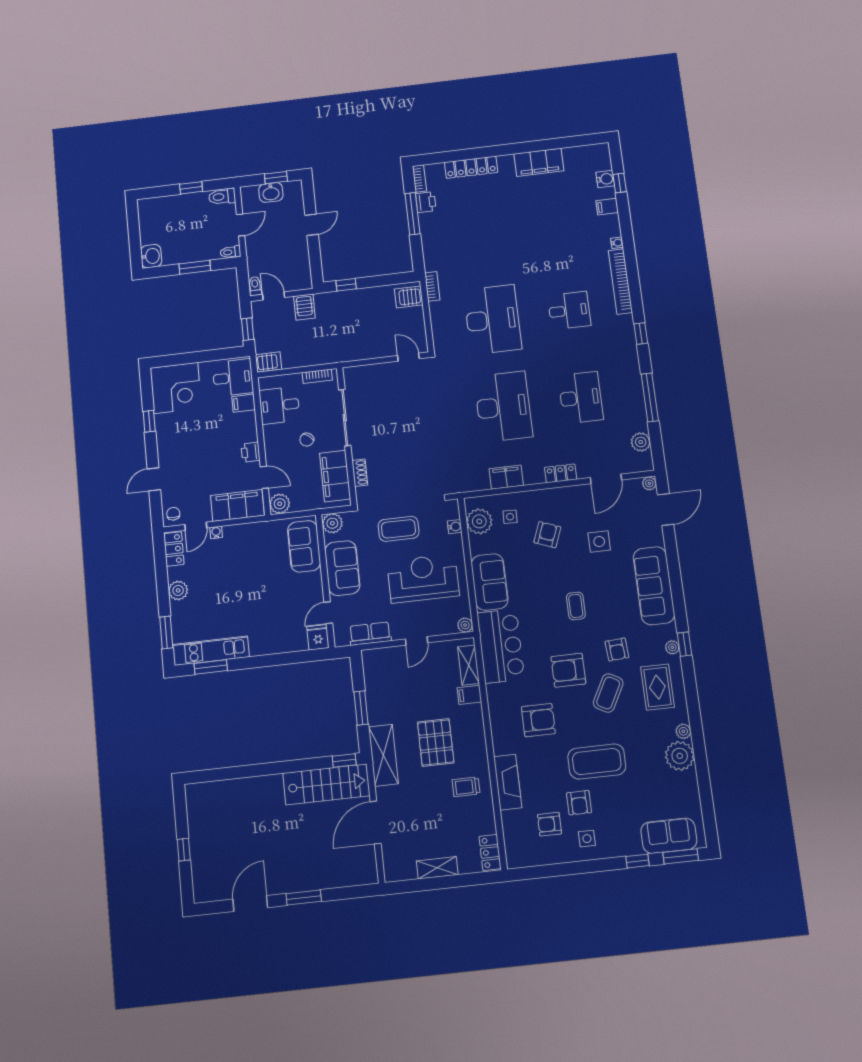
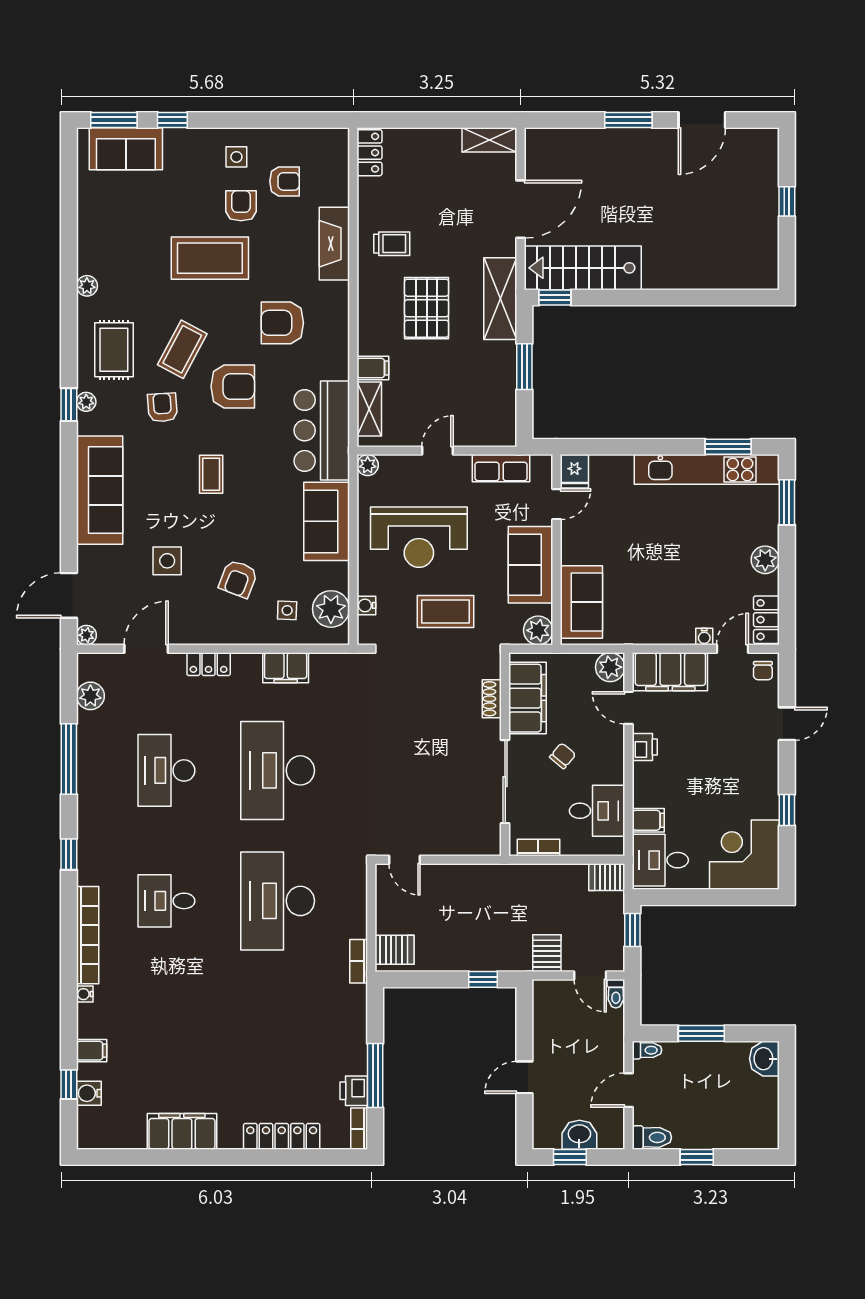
kitchen unit: (211, 651) -> (707, 469), width x1.36
plant: (680, 756) -> (97, 253), removed
shelving: (437, 868) -> (489, 140), moved

